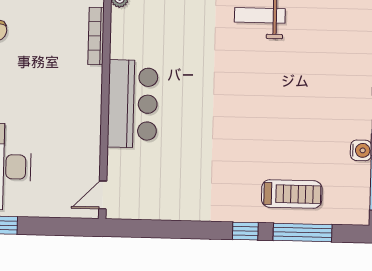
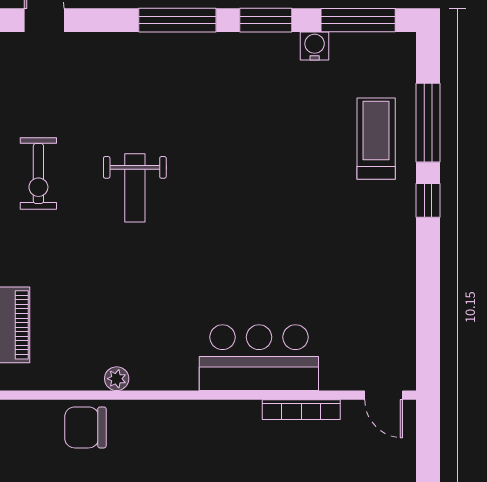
bookcase: (96, 36) -> (301, 410), moved

